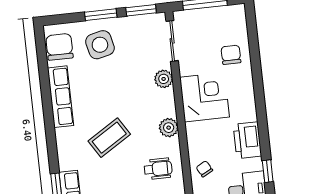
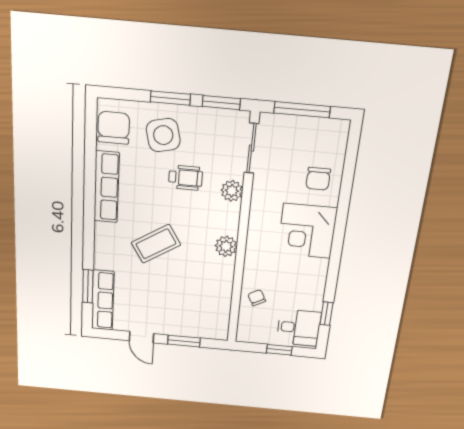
chair: (231, 55) -> (318, 179), turned 180
corner desk: (204, 97) -> (307, 231), moved, turned 180
printer: (247, 140) -> (312, 277), removed
wheelchair: (158, 169) -> (186, 178), moved

